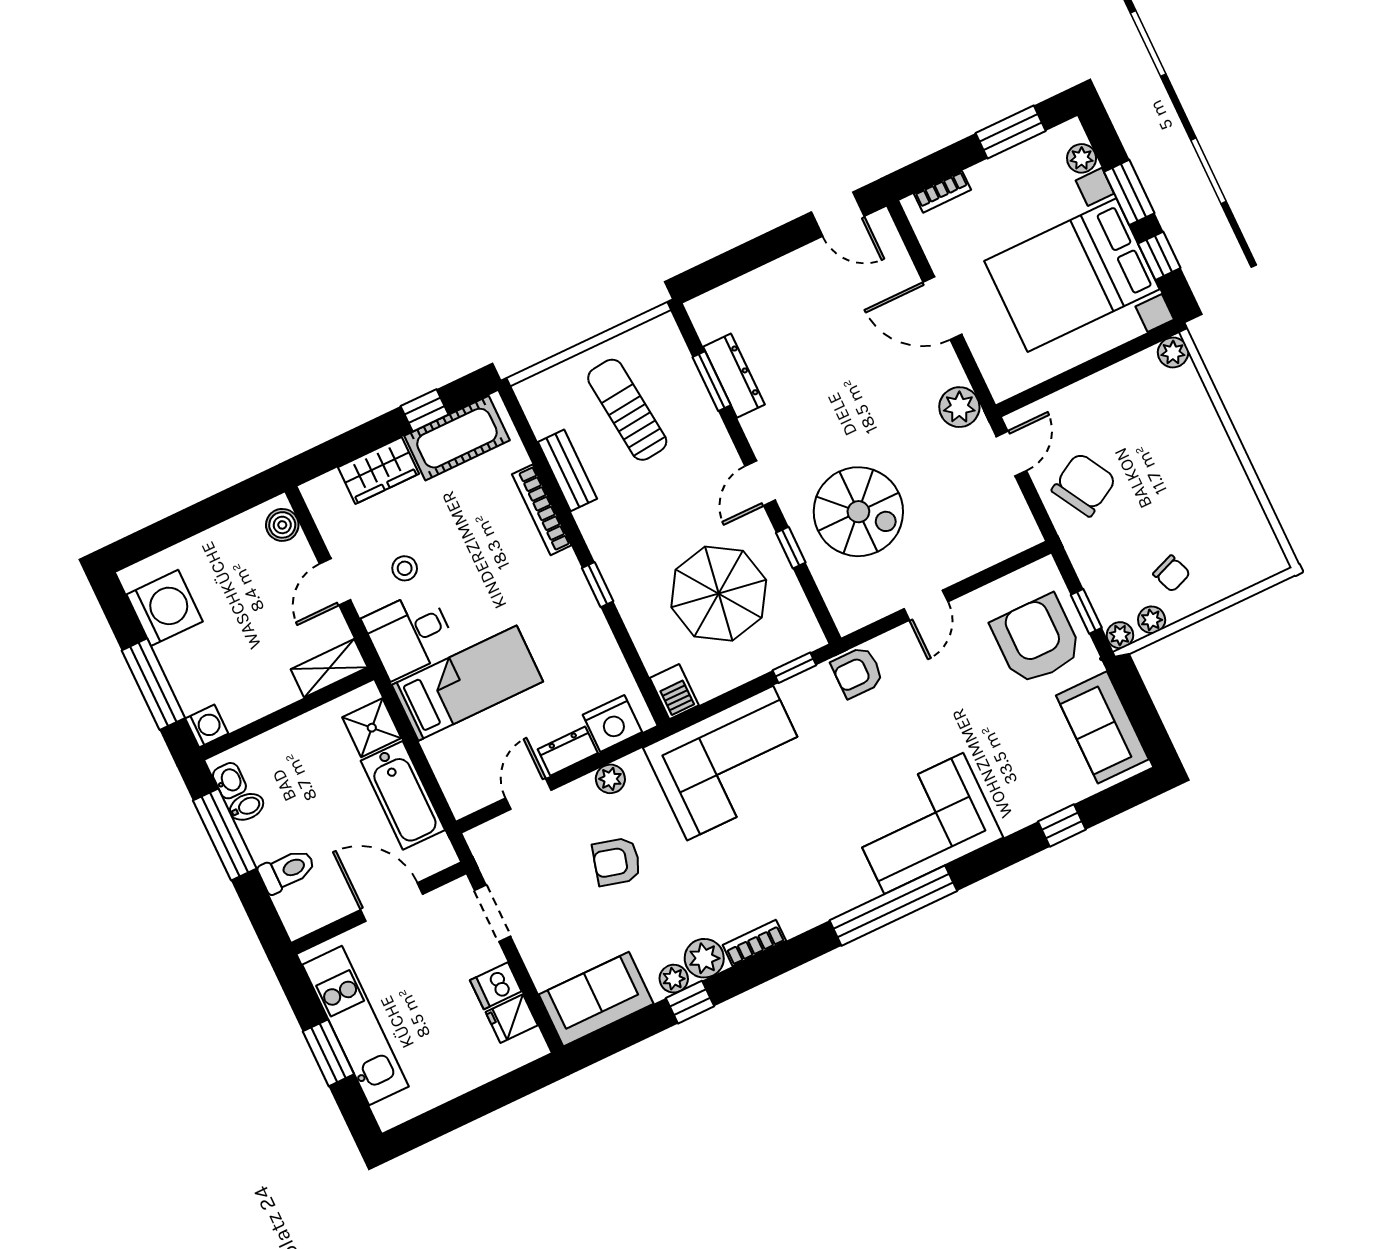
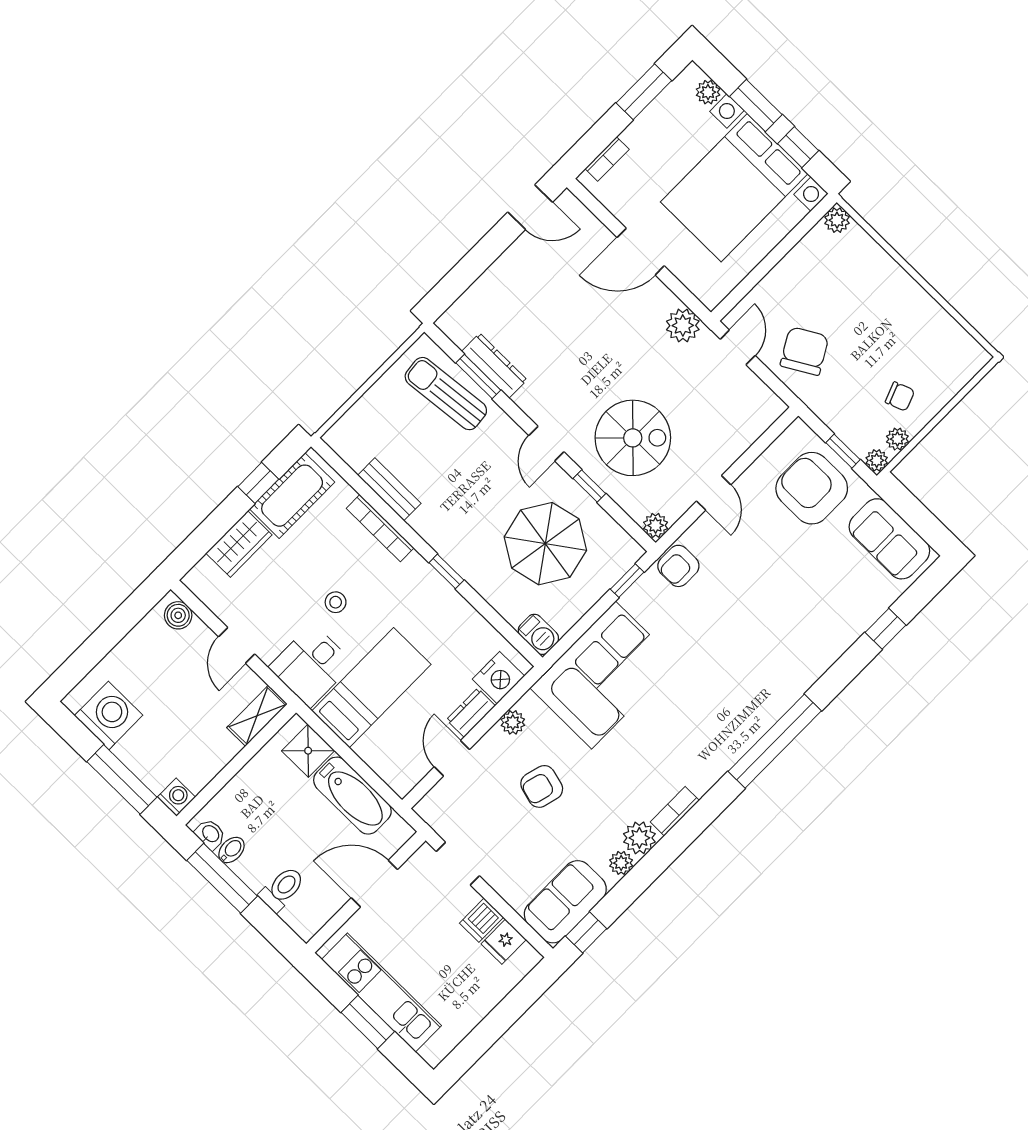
sun lounger: (627, 410) -> (446, 394), moved
stool: (405, 568) -> (336, 602), moved
plant: (848, 618) -> (656, 525), added
corner sofa: (924, 823) -> (775, 667), removed
window: (690, 1002) -> (586, 932), moved

